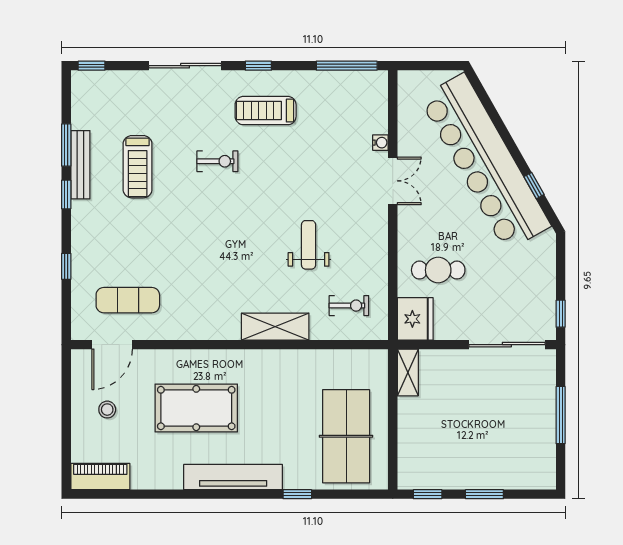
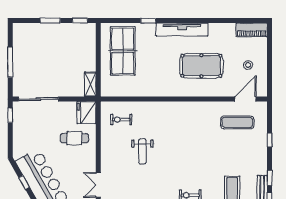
shelving: (275, 327) -> (160, 109), removed

